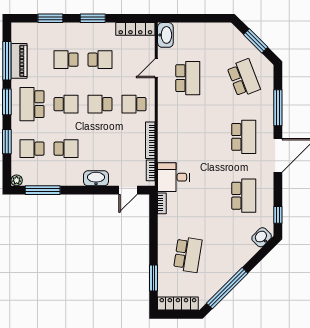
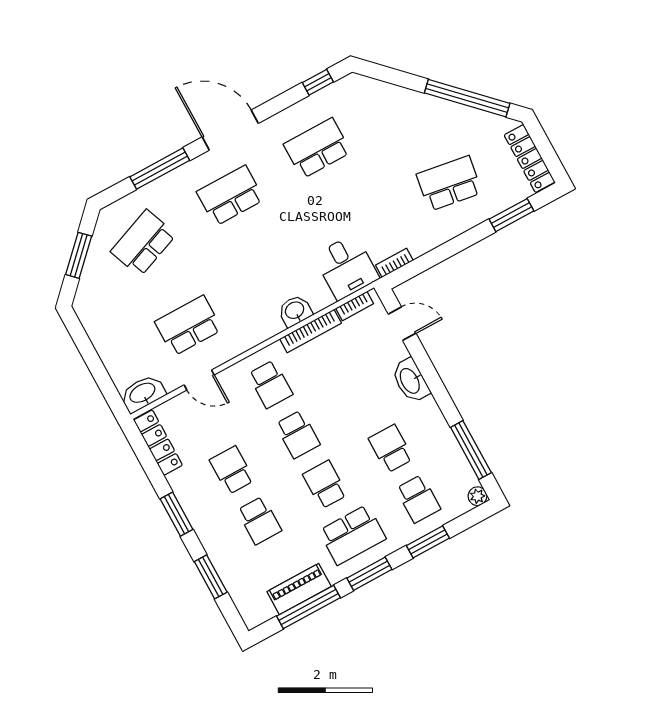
washbasin: (262, 237) -> (295, 311), moved, turned 135

